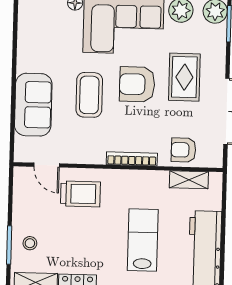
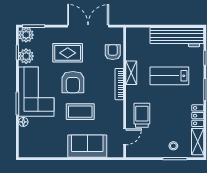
armchair: (183, 150) -> (113, 52), turned 180
shelving: (189, 180) -> (131, 73), moved

